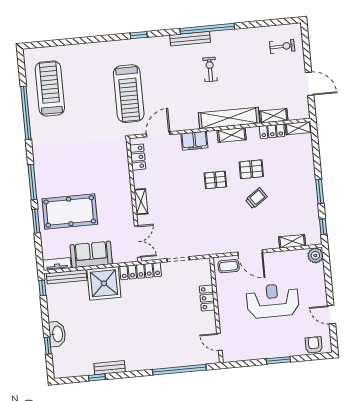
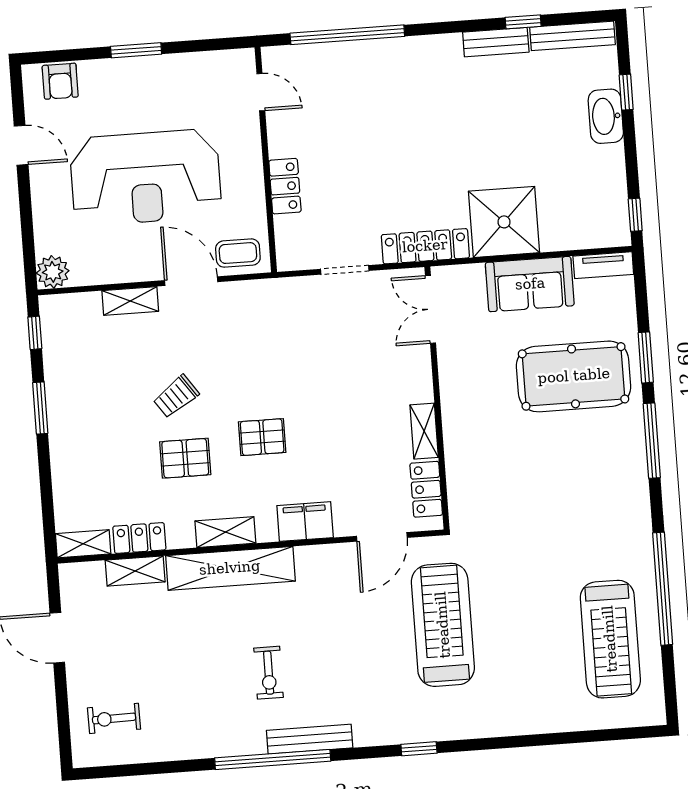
shelving: (141, 202) -> (424, 431), moved
shelving: (292, 241) -> (130, 301), moved
bench: (67, 277) -> (572, 36), moved
reception desk: (273, 301) -> (146, 177), width x1.36, depth x1.30

